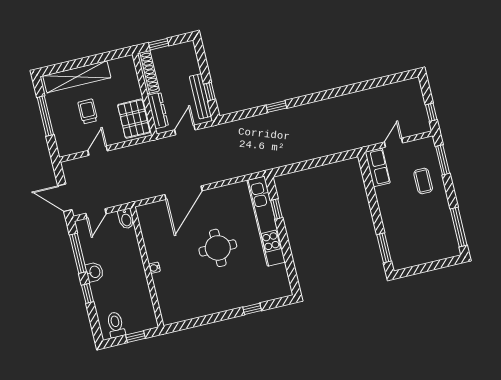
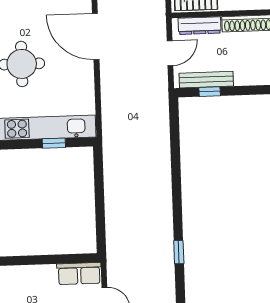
window: (276, 107) -> (179, 252), moved
door: (185, 130) -> (170, 53), hinge flipped

